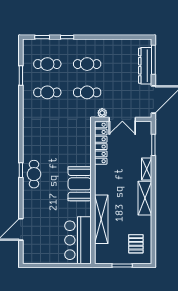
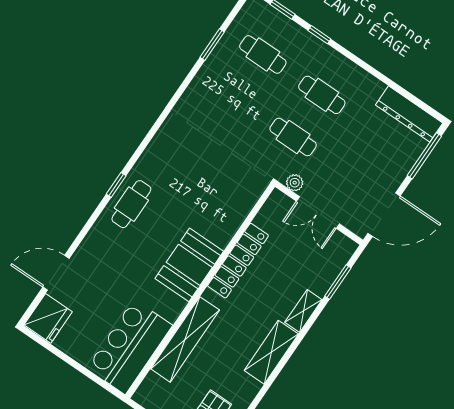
dresser: (145, 66) -> (409, 114), moved, turned -90
cafe table: (47, 92) -> (234, 97), removed
locker: (101, 143) -> (238, 261), moved
fridge: (32, 253) -> (48, 318), added

